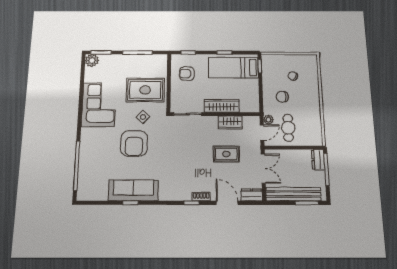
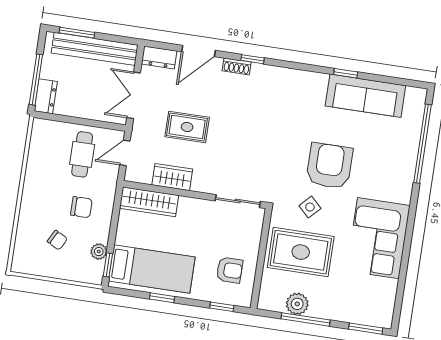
plant: (92, 60) -> (297, 304), moved
wardrobe: (222, 106) -> (149, 202), moved
plant: (269, 120) -> (99, 252), moved
sofa: (133, 190) -> (365, 96), moved
door: (227, 203) -> (198, 51), hinge flipped

